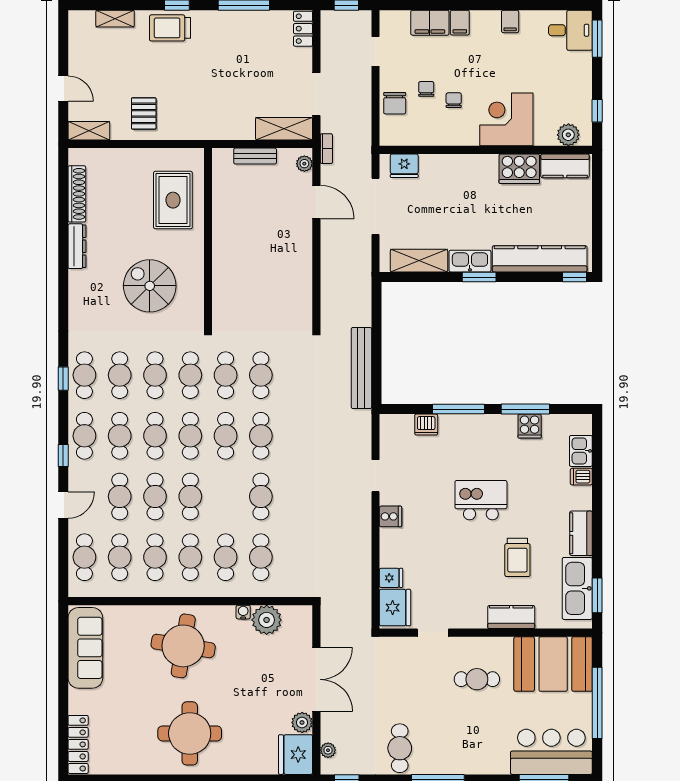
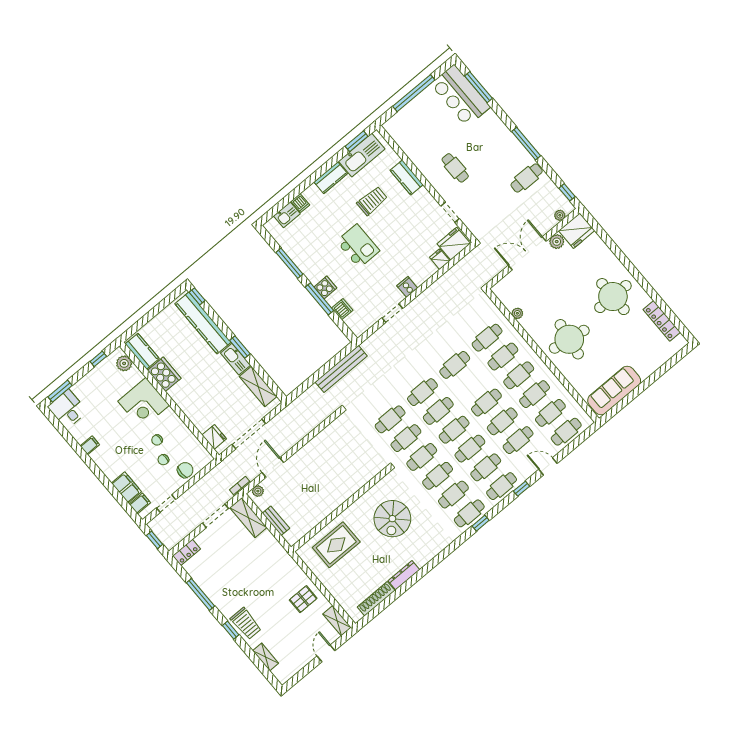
filing cabinet: (460, 23) -> (140, 503), moved
cooker: (530, 426) -> (325, 287), moved
kitchen island: (481, 500) -> (358, 246), turned 180
water cooler: (243, 612) -> (524, 322), removed
plant: (267, 620) -> (517, 313), width x0.53, depth x0.53
booth: (553, 664) -> (413, 134), removed
locker: (78, 744) -> (662, 321), moved, turned -90

